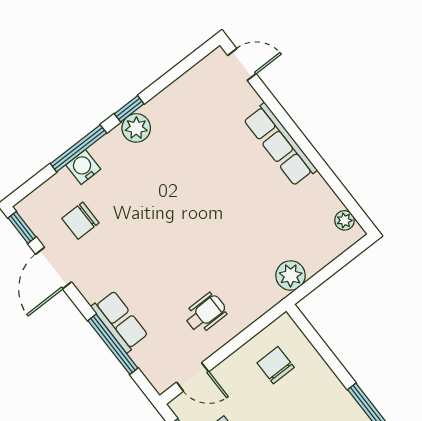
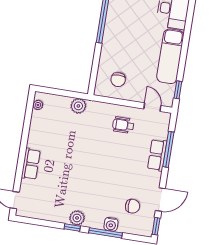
row of seats: (280, 145) -> (31, 164), width x0.68

